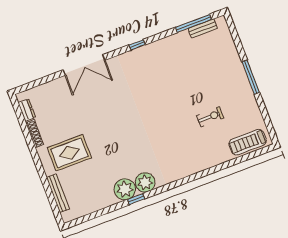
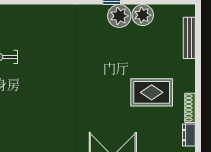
rug: (69, 153) -> (152, 92), moved
plant: (145, 182) -> (143, 15), moved

